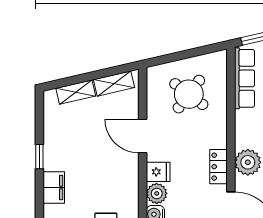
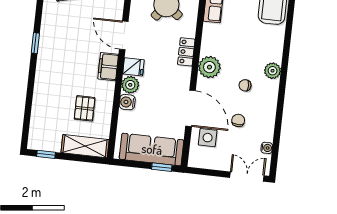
locker: (218, 167) -> (186, 52), moved
filing cabinet: (54, 187) -> (108, 67), moved, turned 180

